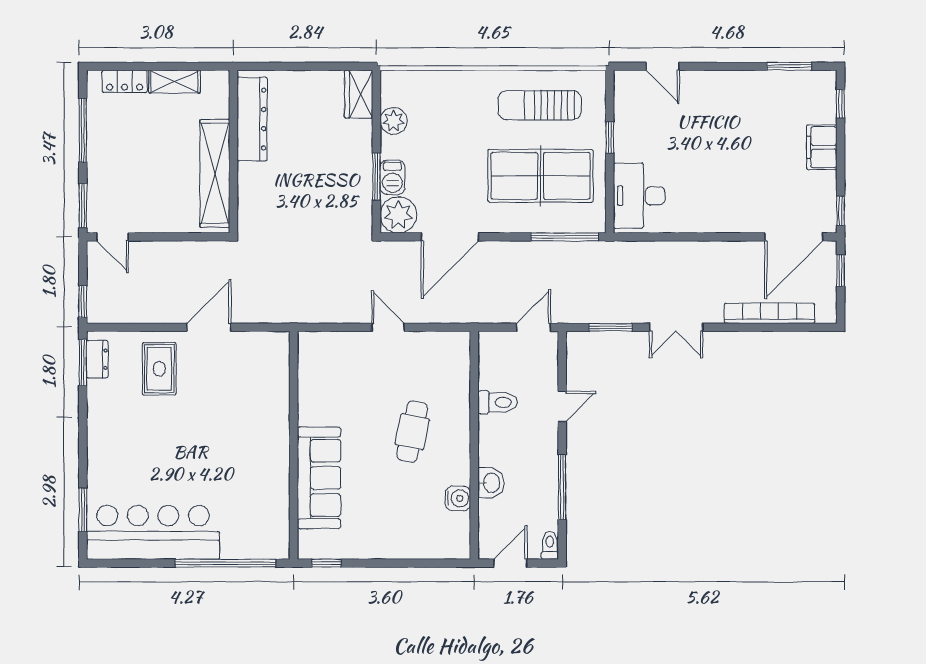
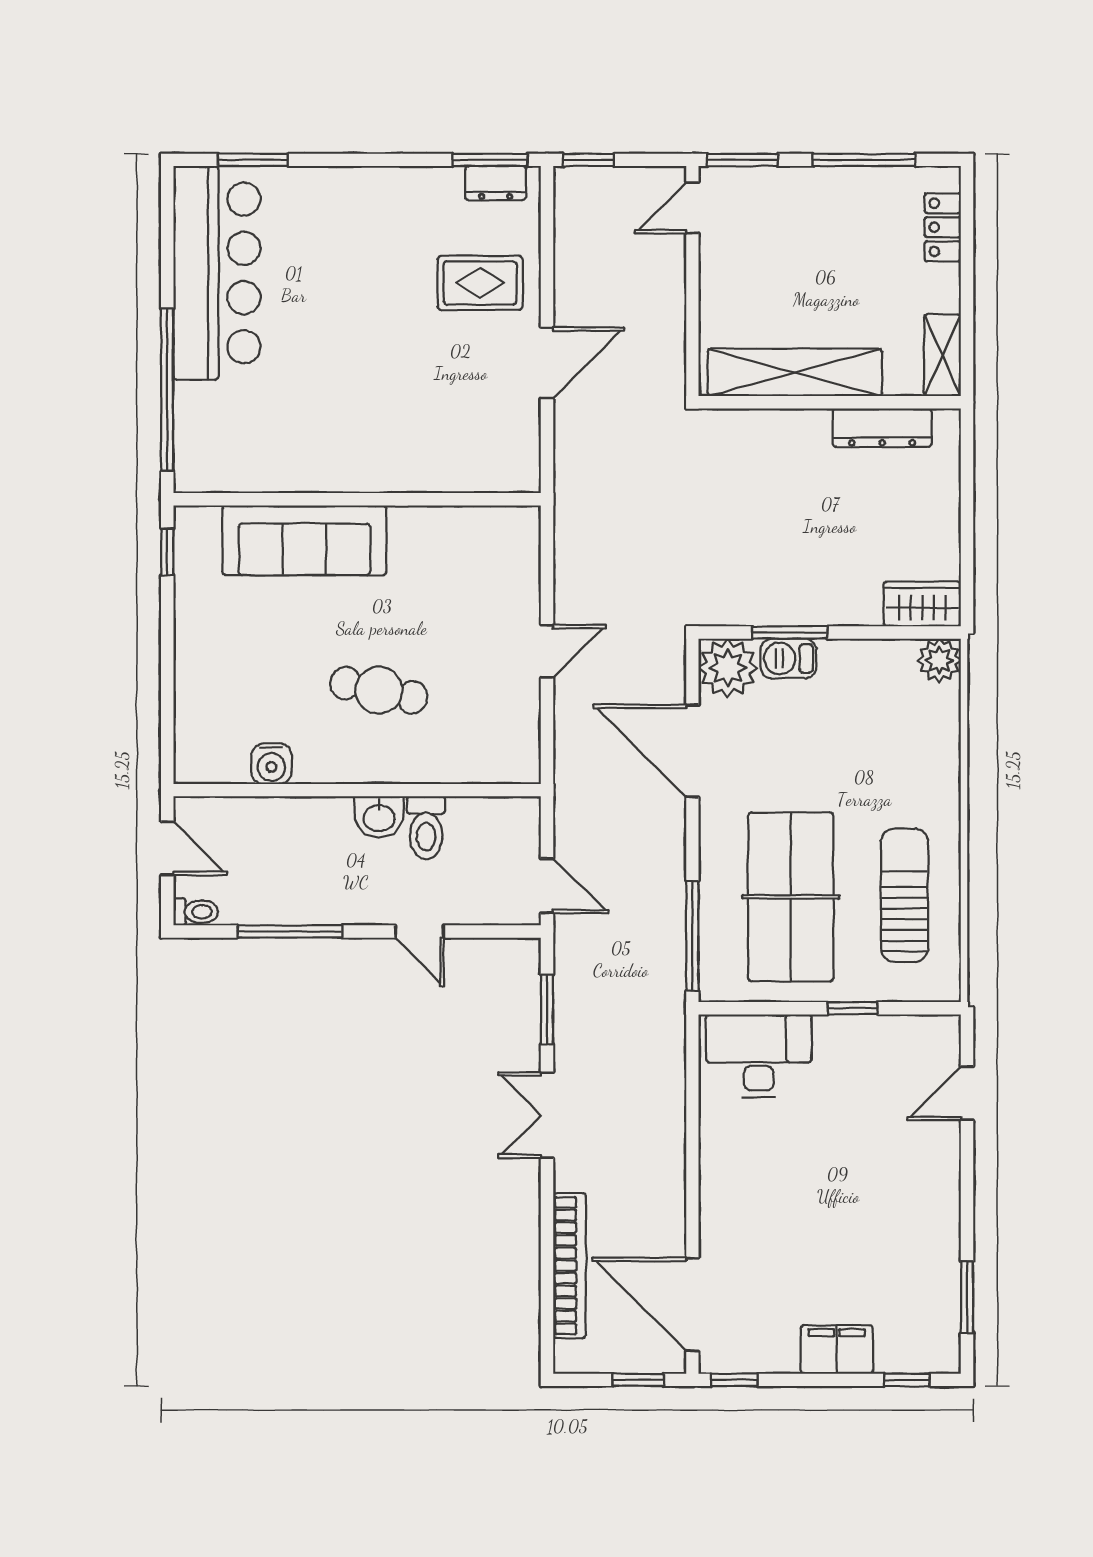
shelving: (175, 82) -> (943, 355), moved
dresser: (252, 119) -> (882, 428), width x0.73, depth x0.80
plant: (394, 121) -> (939, 660), moved
door: (209, 327) -> (547, 363), hinge flipped
washbasin: (491, 483) -> (379, 817), moved

